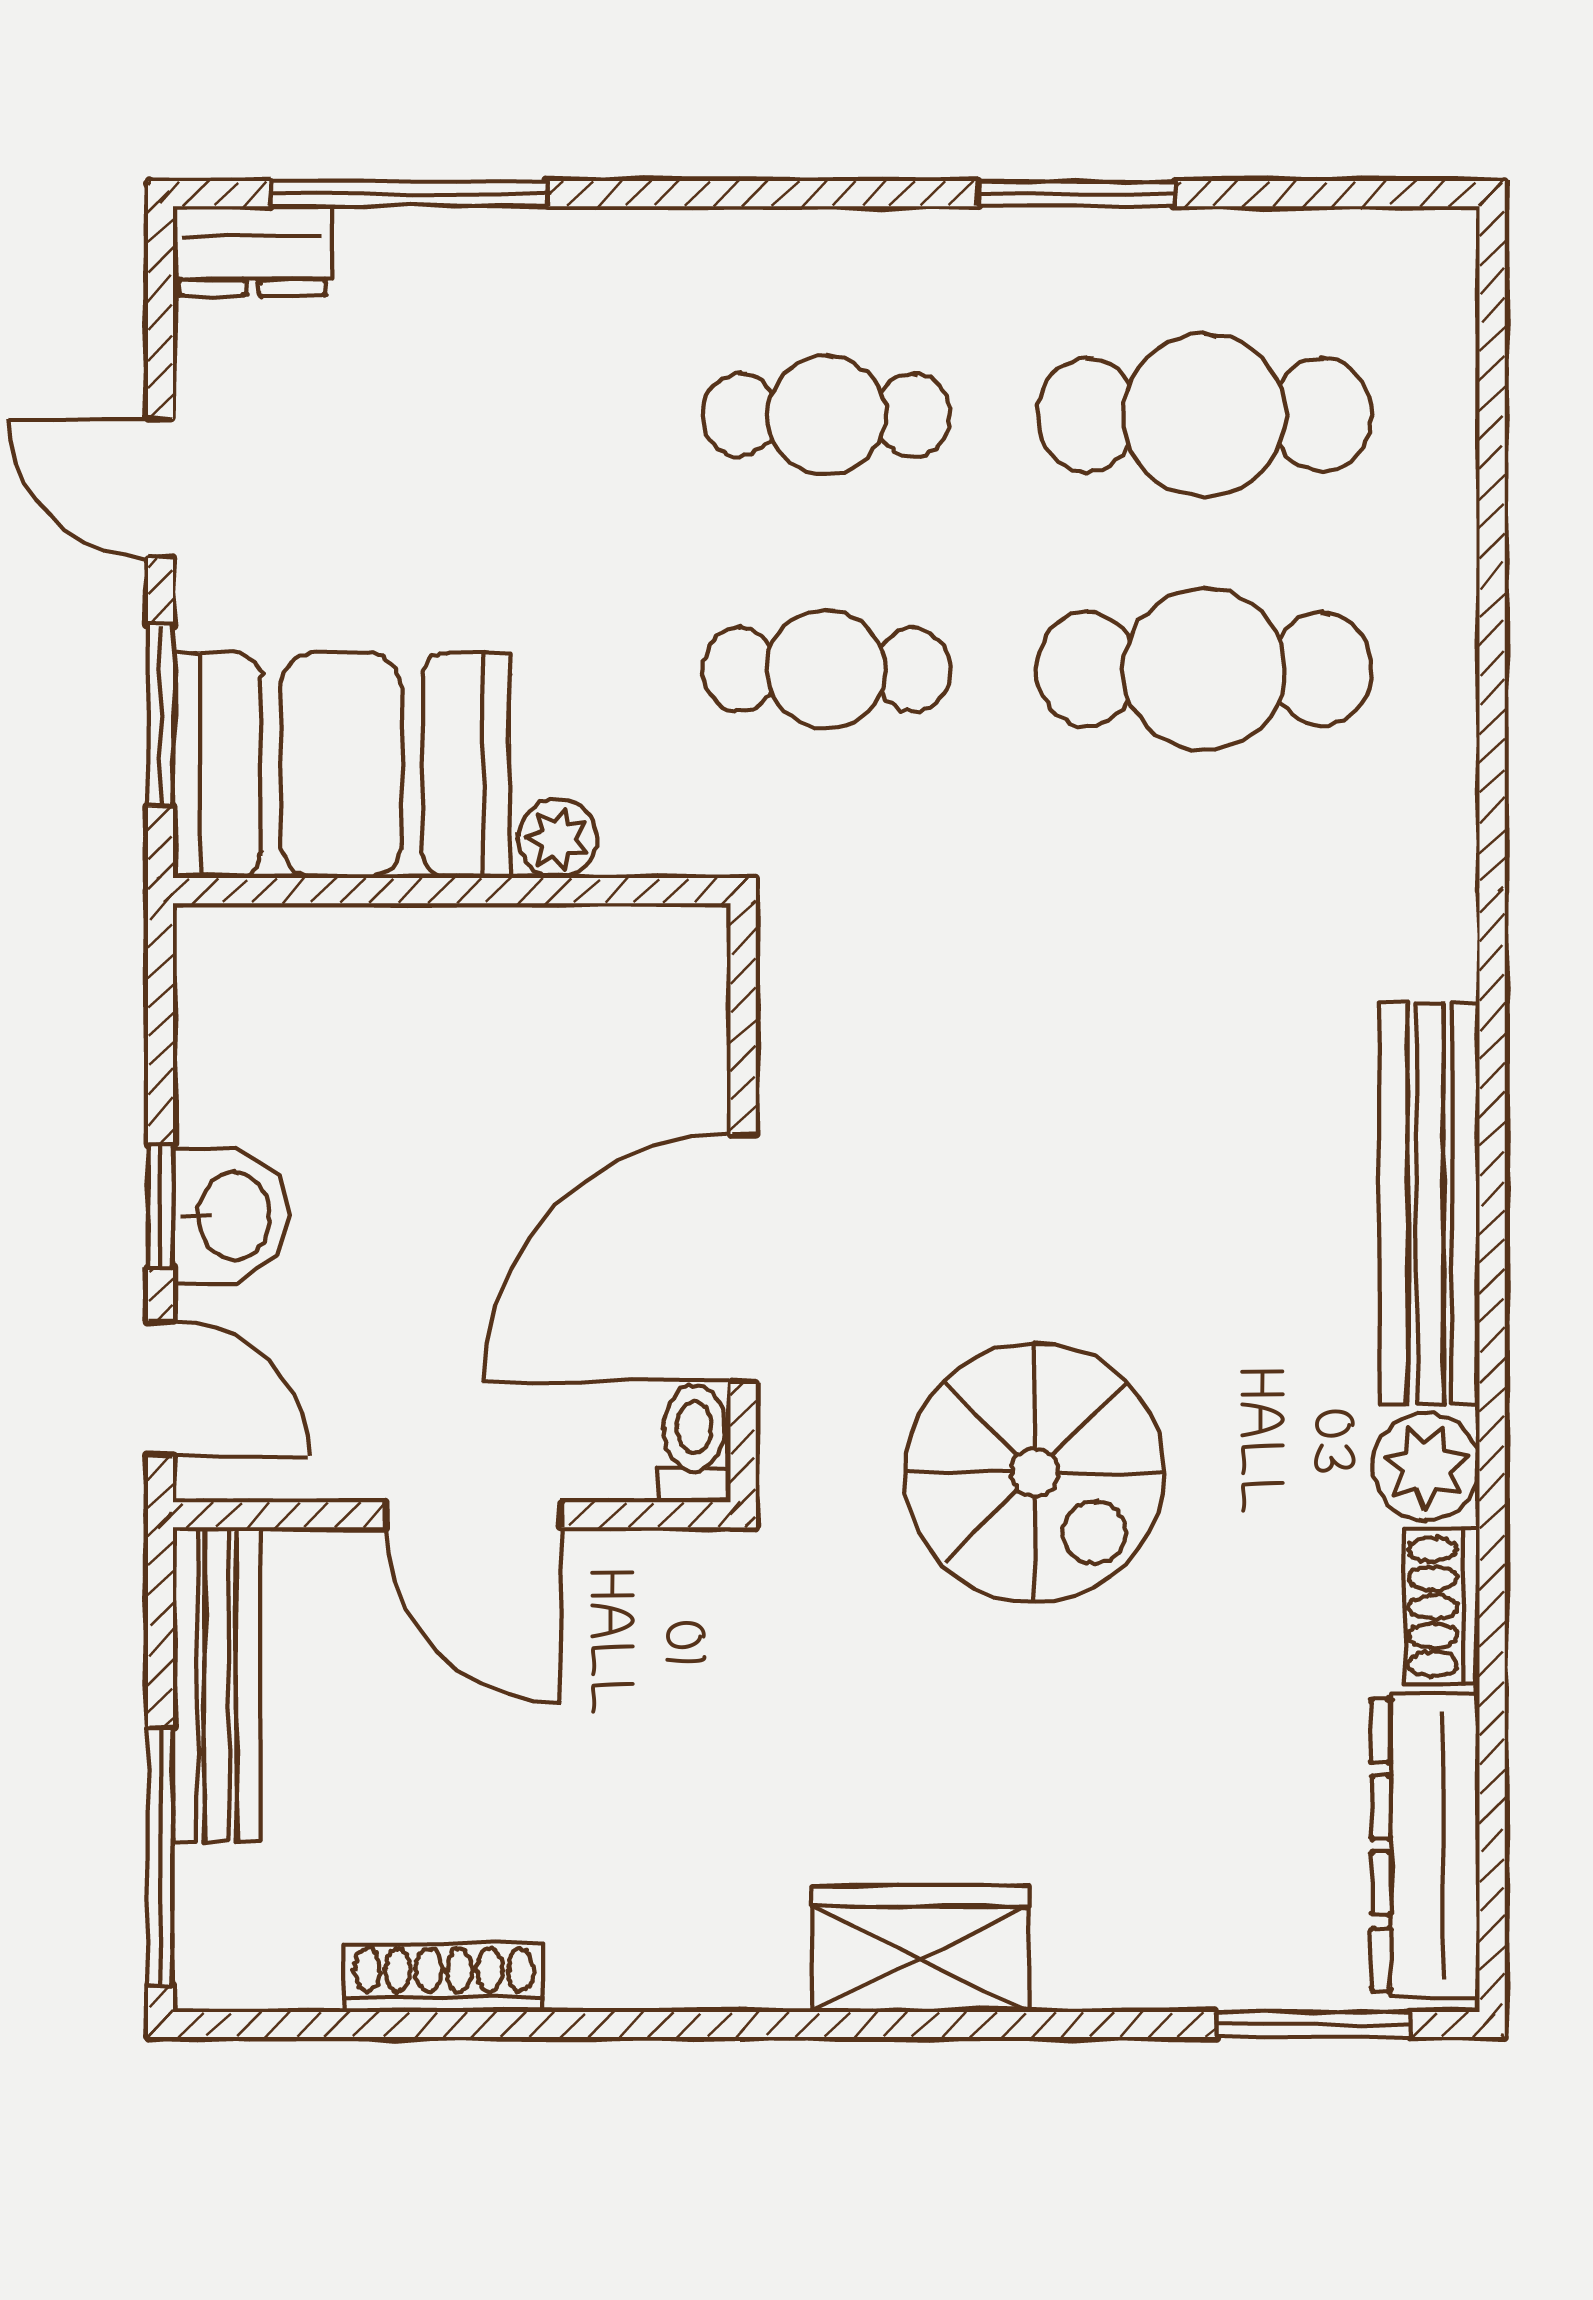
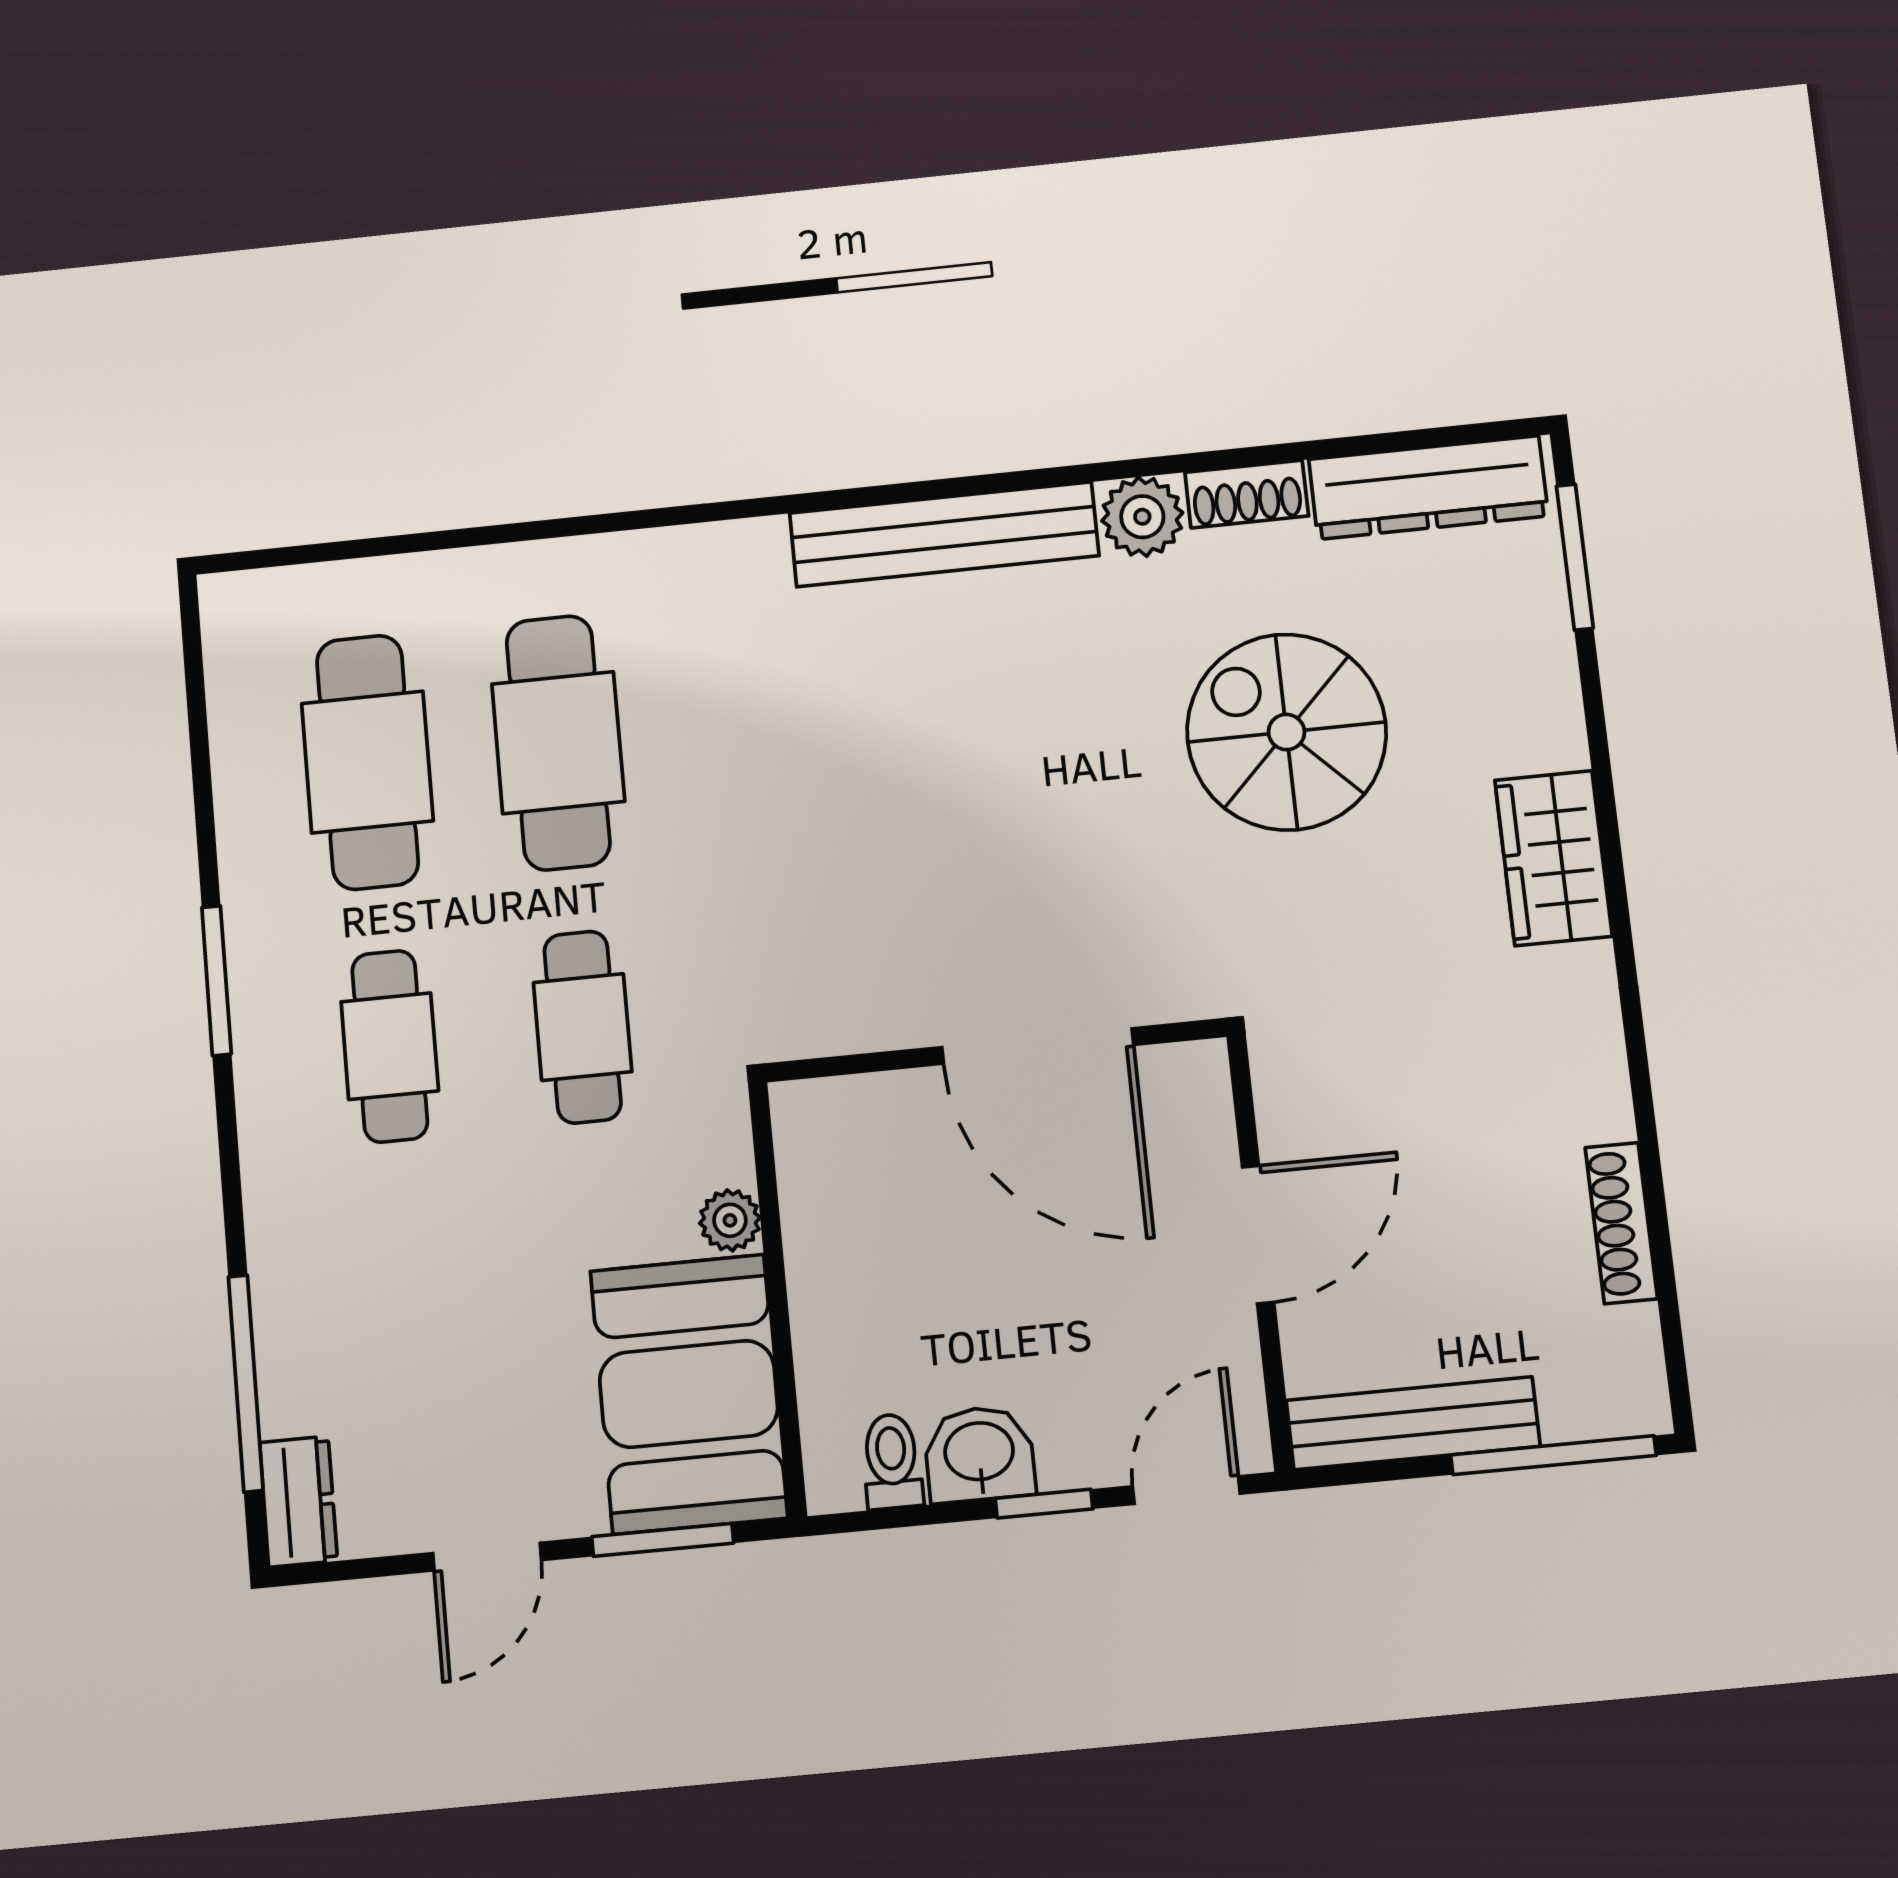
window: (1077, 194) -> (216, 981), moved
washbasin: (231, 1216) -> (979, 1454), moved
toilet: (694, 1443) -> (892, 1461), moved, turned 90
spiral stairs: (1035, 1473) -> (1286, 732), moved, turned -90

